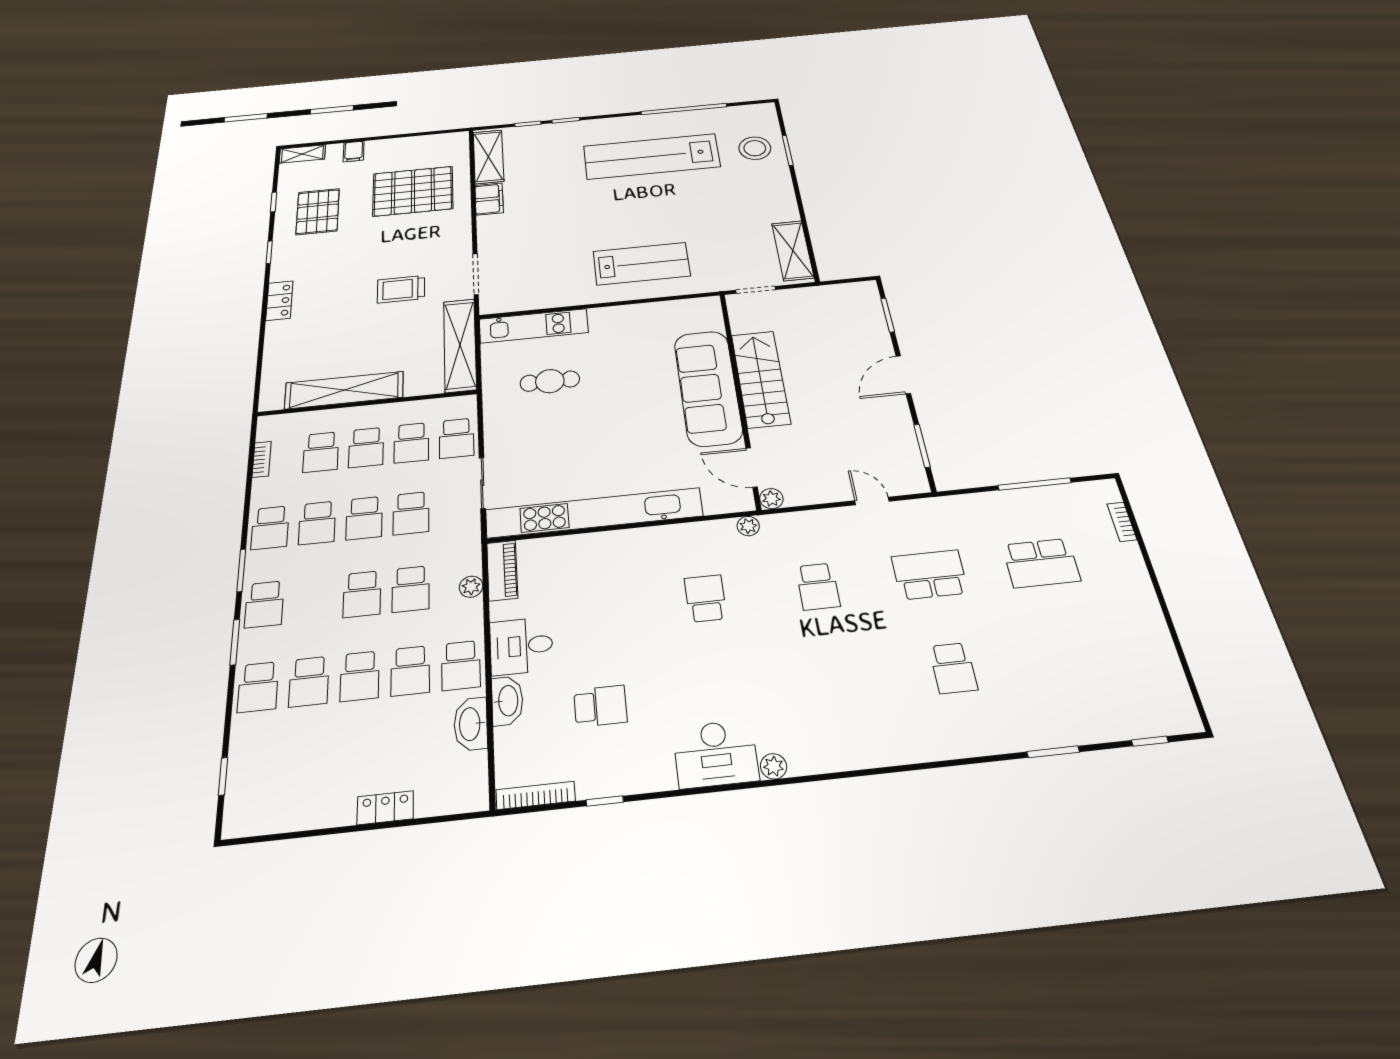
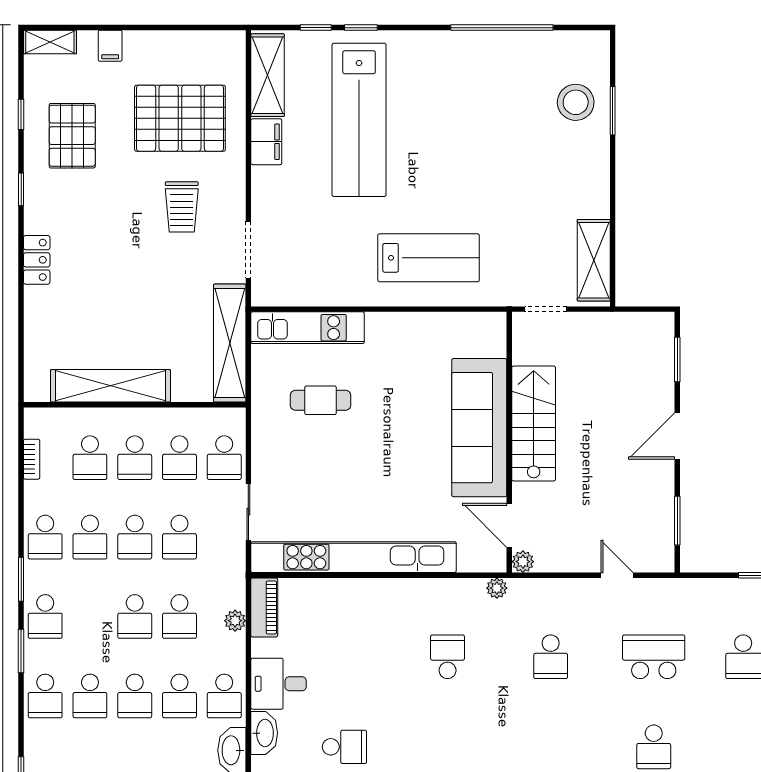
lab bench: (652, 156) -> (359, 120), moved, turned -90
trolley: (401, 289) -> (182, 207), moved, turned -90

